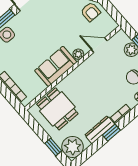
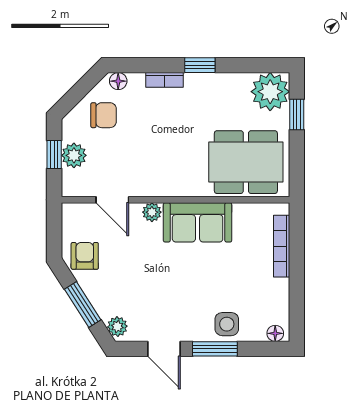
dining table: (57, 109) -> (246, 162), width x1.38
dresser: (100, 130) -> (212, 83), removed

